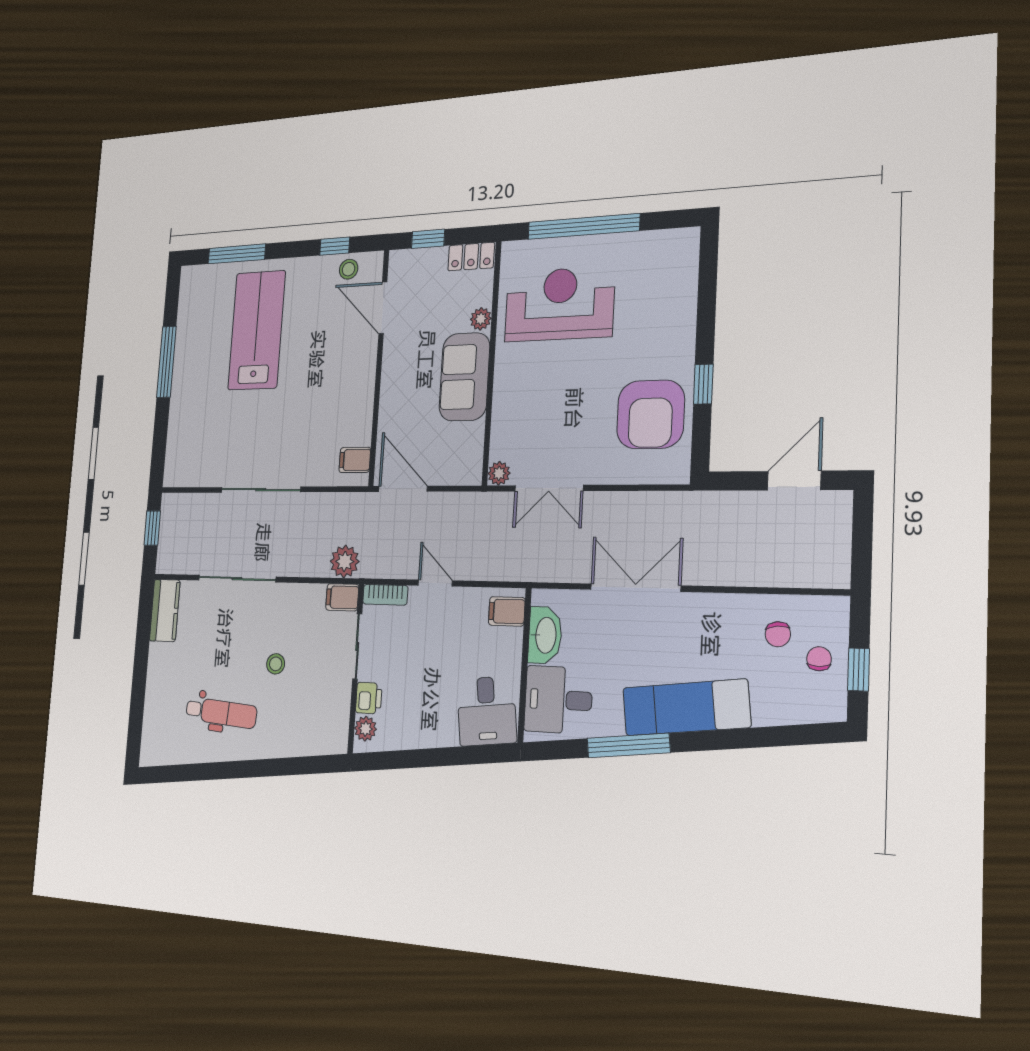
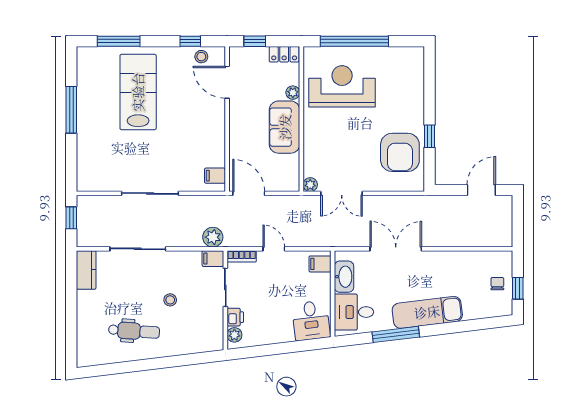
chair: (778, 634) -> (475, 272), removed

